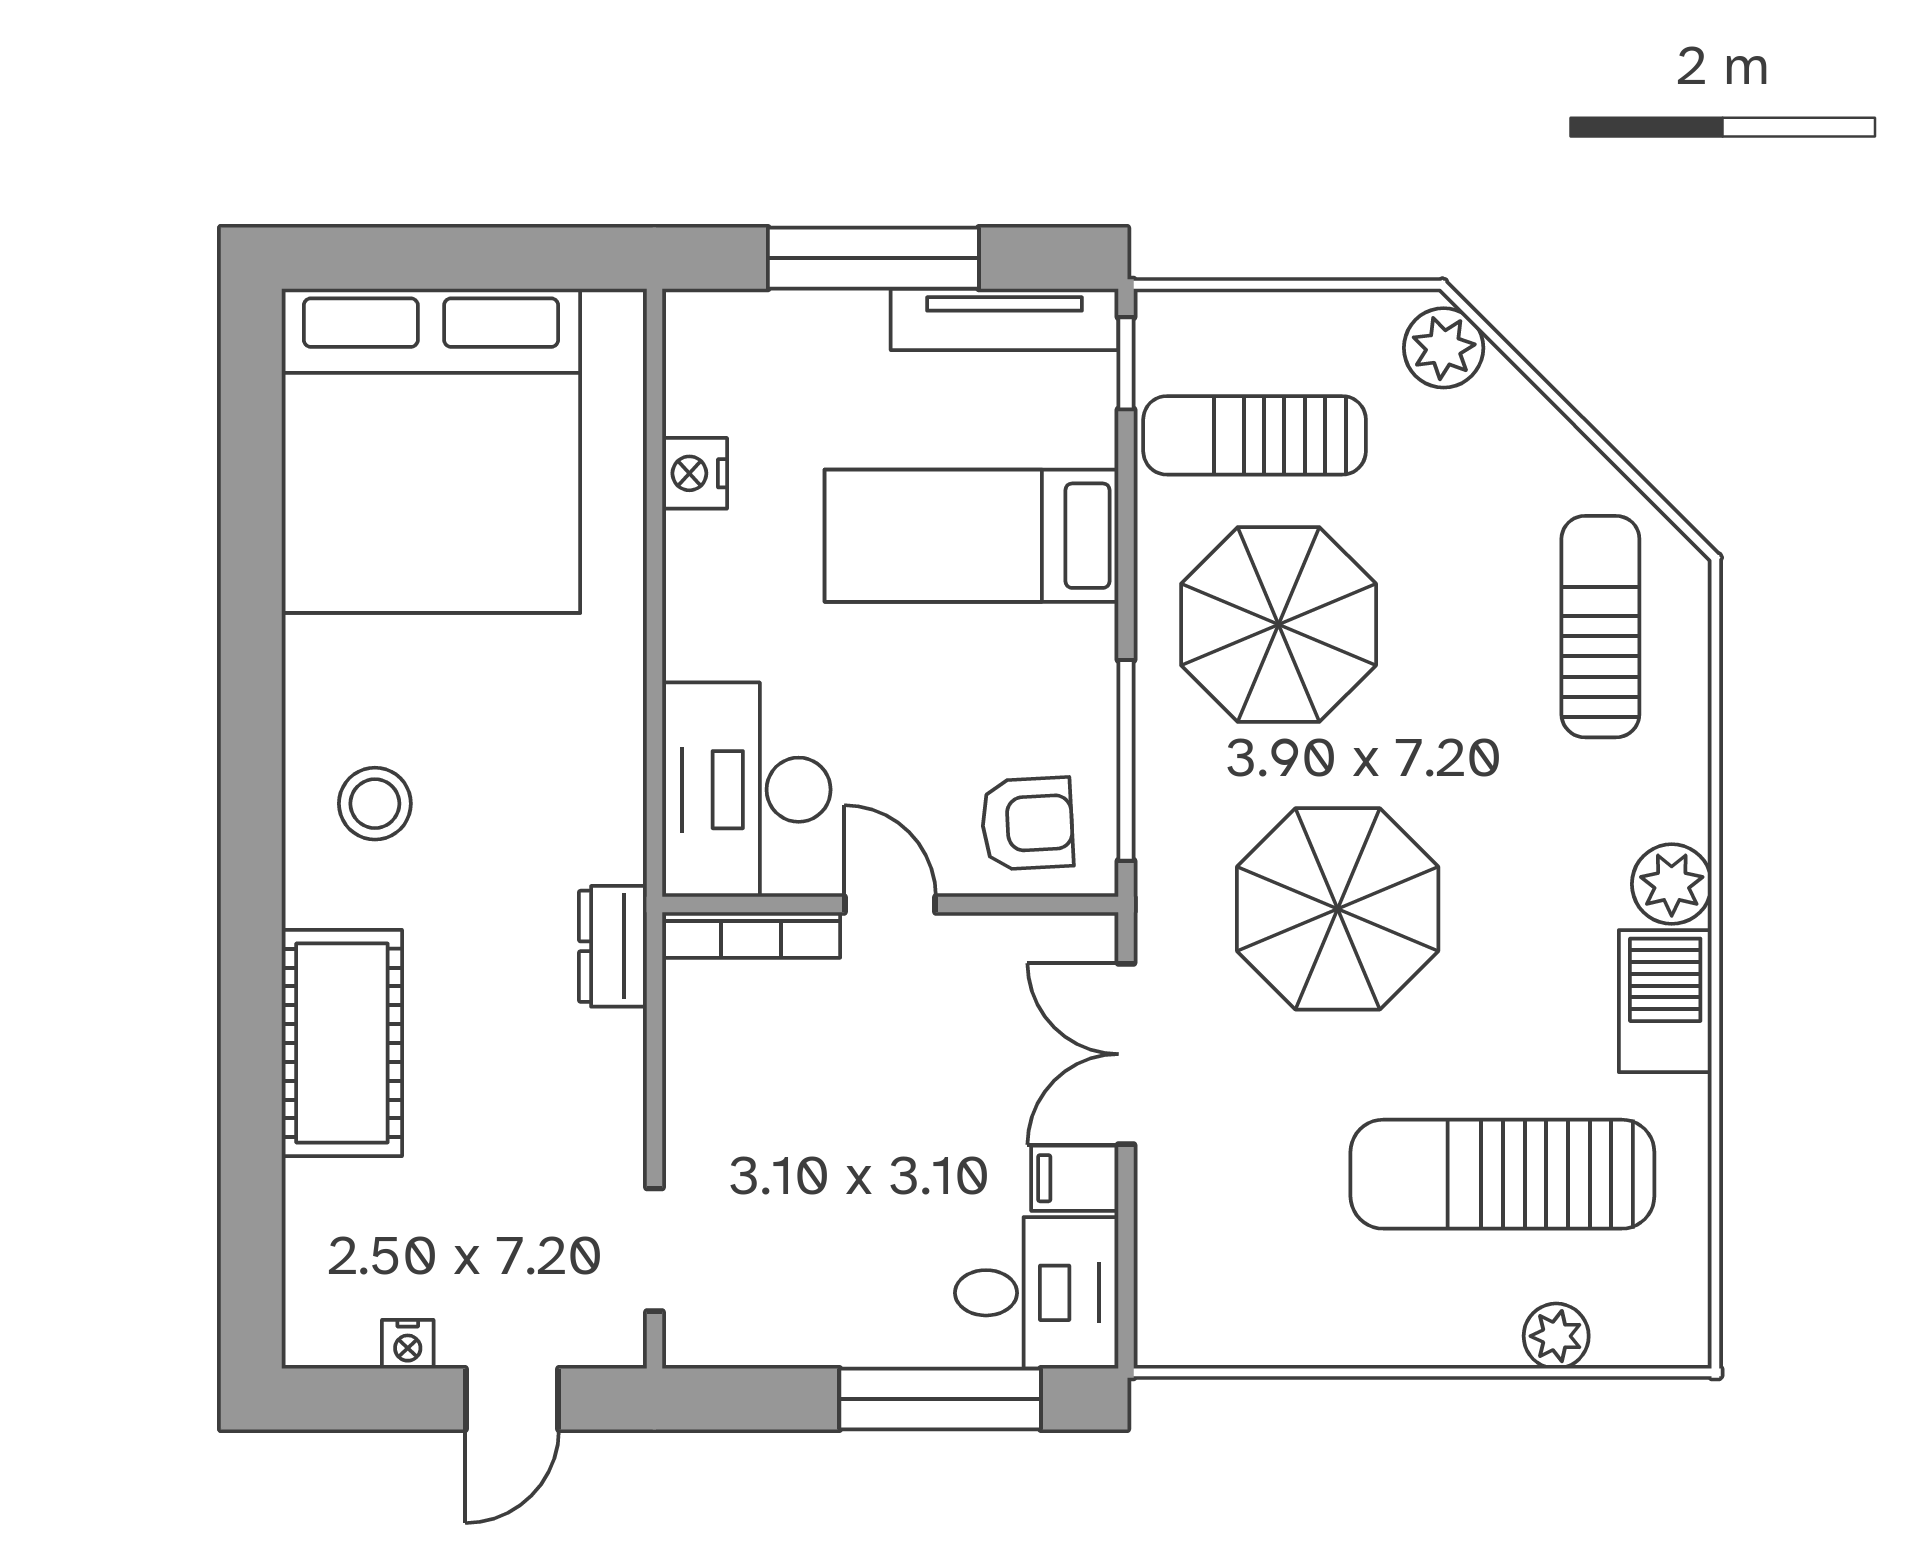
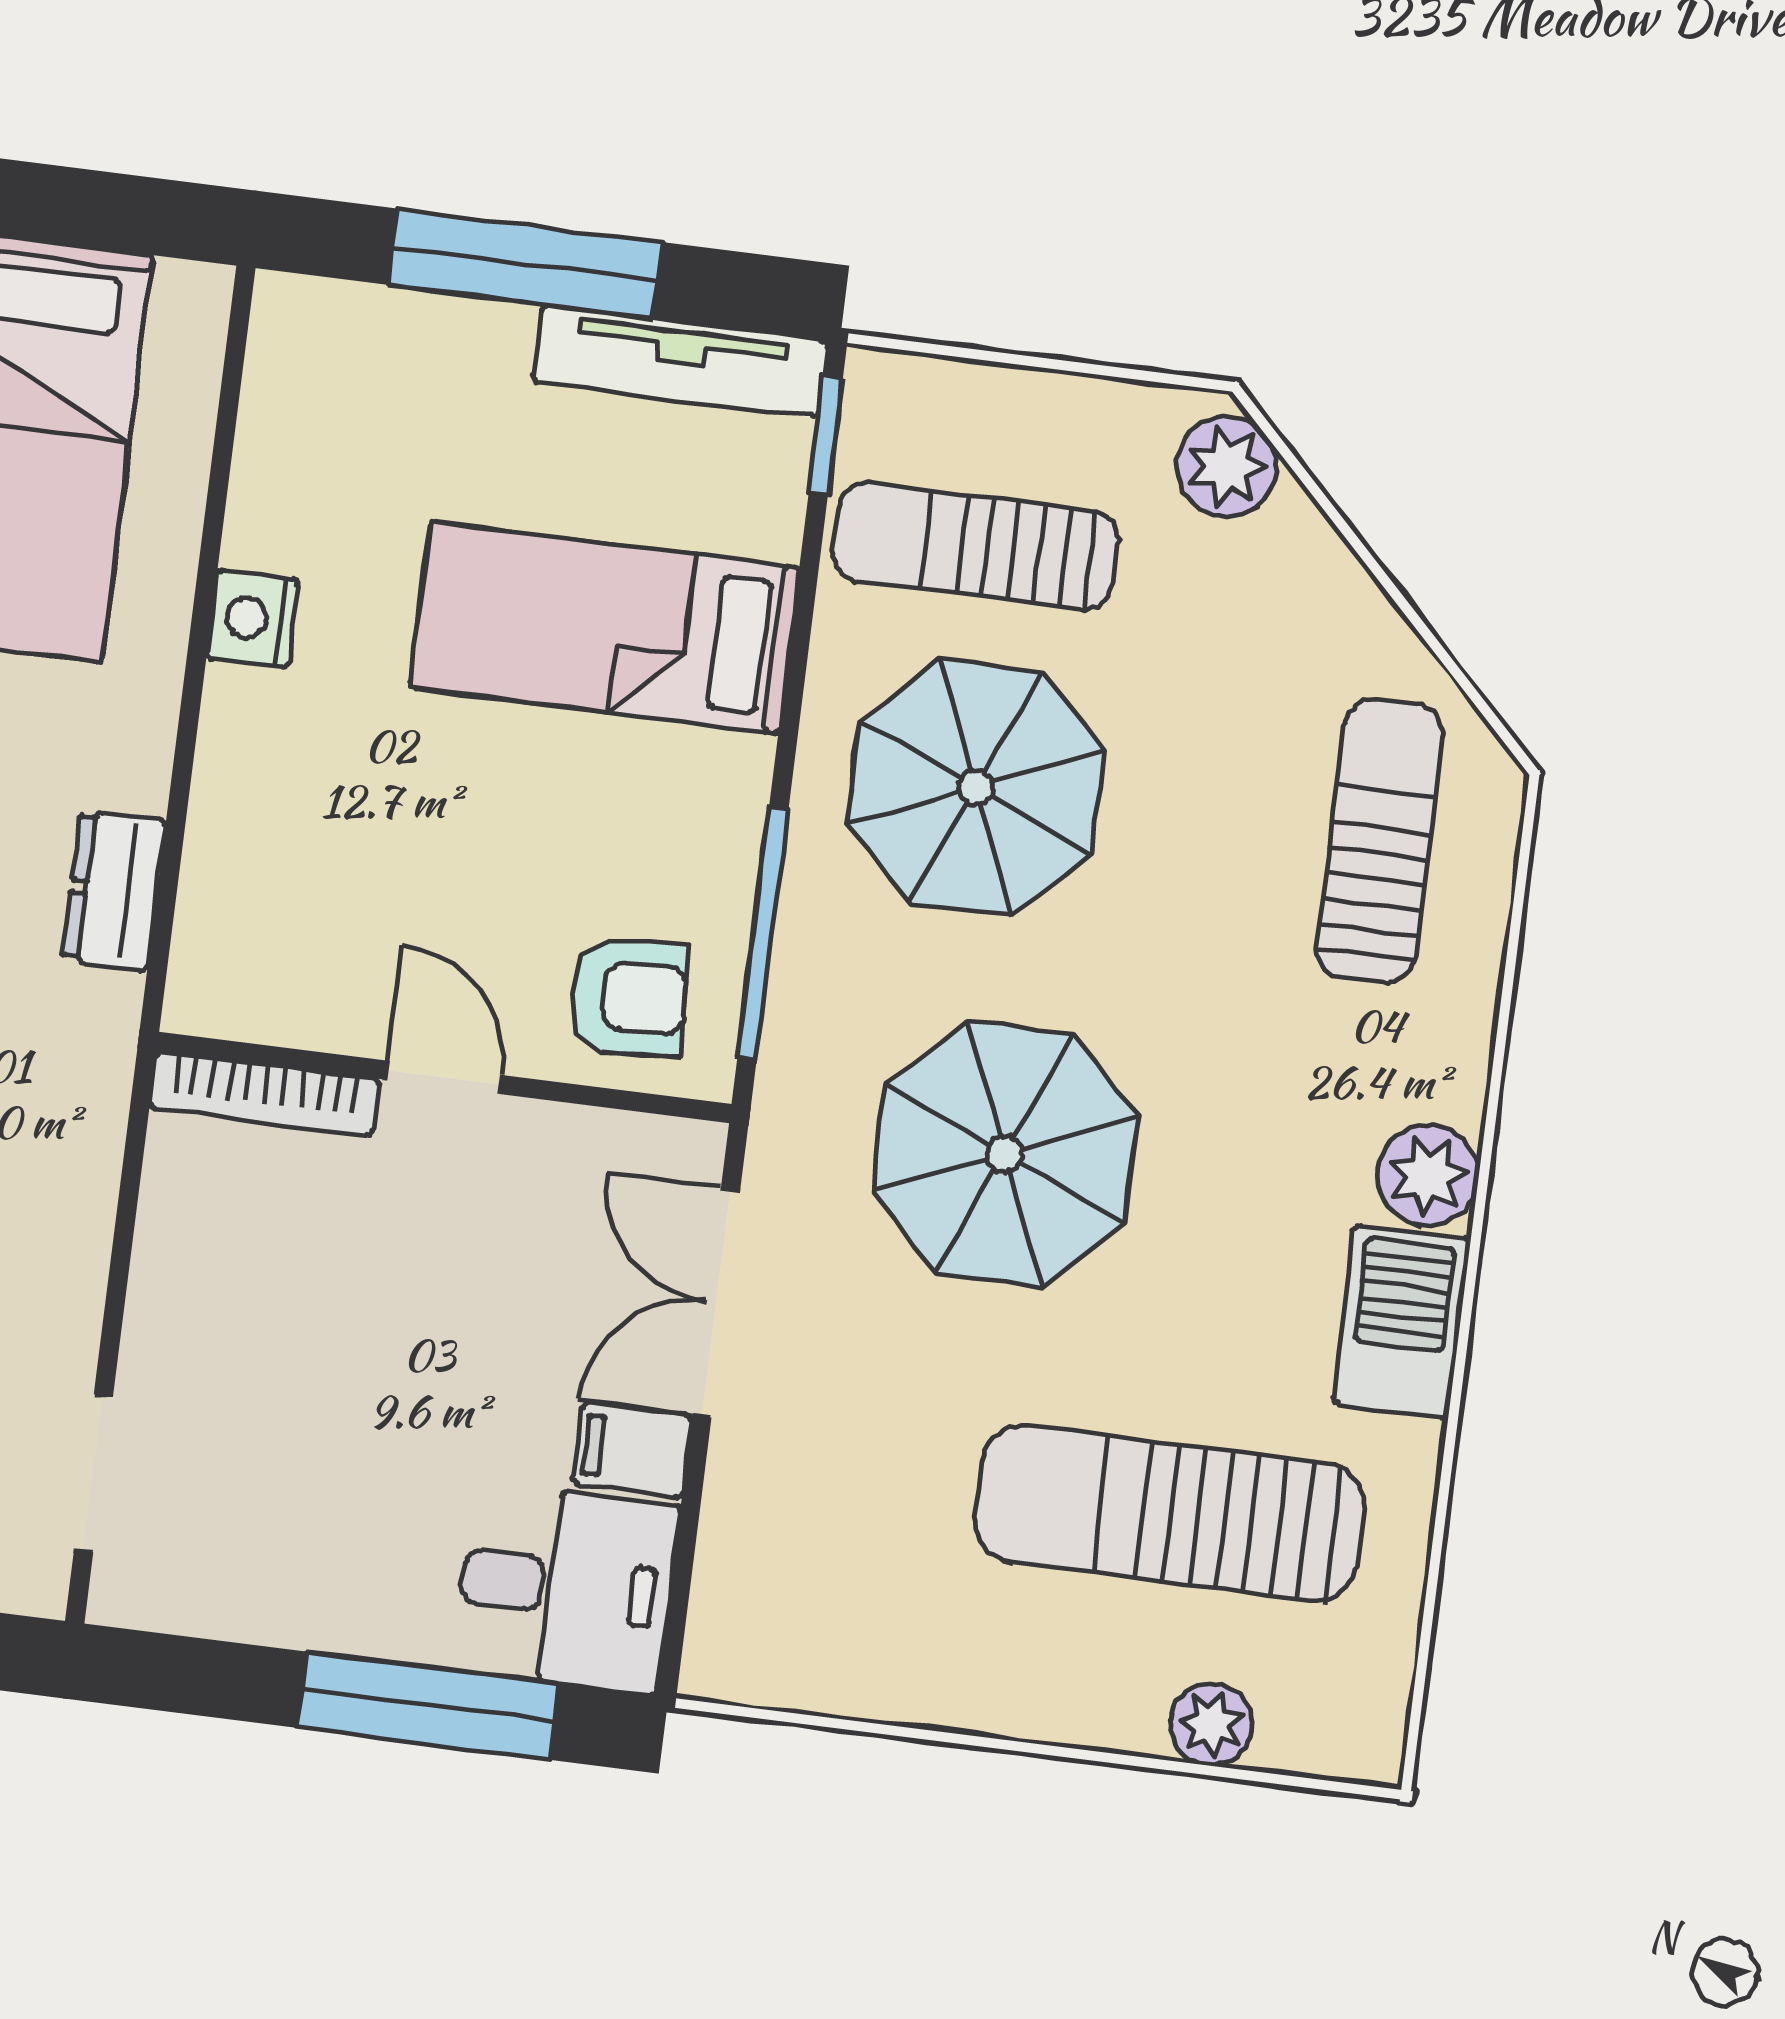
nightstand: (695, 473) -> (253, 619), moved
desk: (746, 790) -> (282, 910), removed
dresser: (613, 946) -> (114, 891), moved

